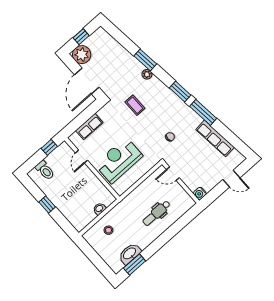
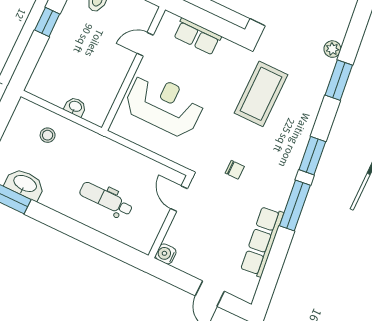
plant: (147, 74) -> (332, 49), moved
coffee table: (135, 105) -> (261, 94), width x1.86, depth x1.72

